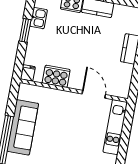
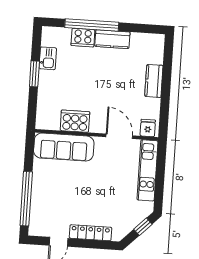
fridge: (28, 73) -> (148, 128), moved
sofa: (23, 127) -> (64, 147), moved, turned 90

